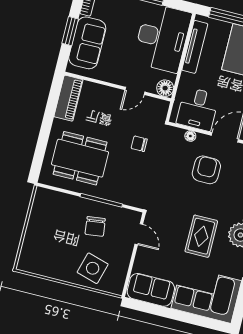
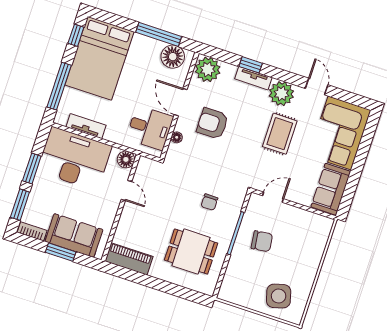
tv unit: (195, 47) -> (86, 126), width x0.71
chair: (139, 144) -> (209, 202), moved
dining table: (80, 158) -> (191, 252), width x0.73
rug: (201, 236) -> (280, 134), turned 90
side table: (93, 268) -> (279, 296), moved, turned -32

